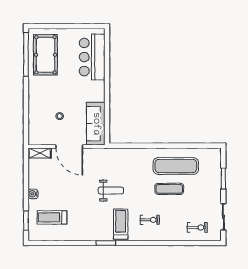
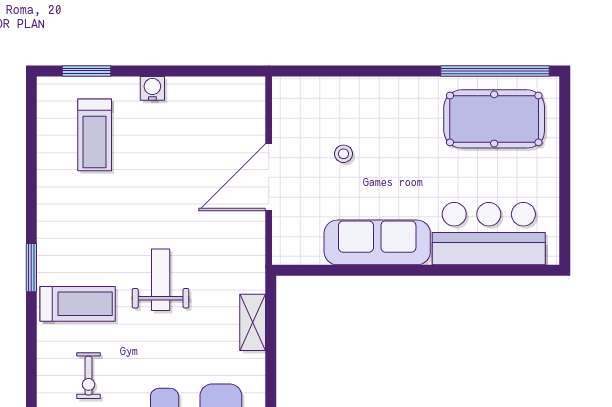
sofa: (96, 124) -> (377, 242), moved
shelving: (40, 153) -> (253, 322), moved
weight bench: (111, 190) -> (161, 280), turned 180
treadmill: (52, 217) -> (95, 135), turned 180

